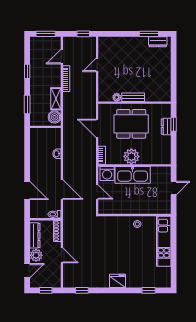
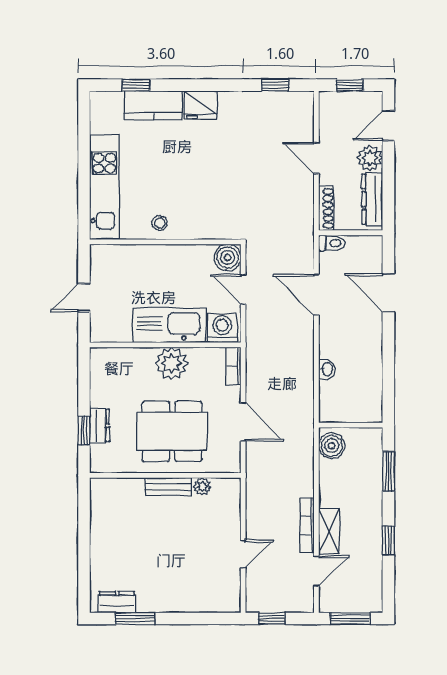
shelving: (56, 99) -> (329, 531), moved
boiler: (105, 207) -> (228, 257), added
kitchen counter: (140, 281) -> (153, 105), added

